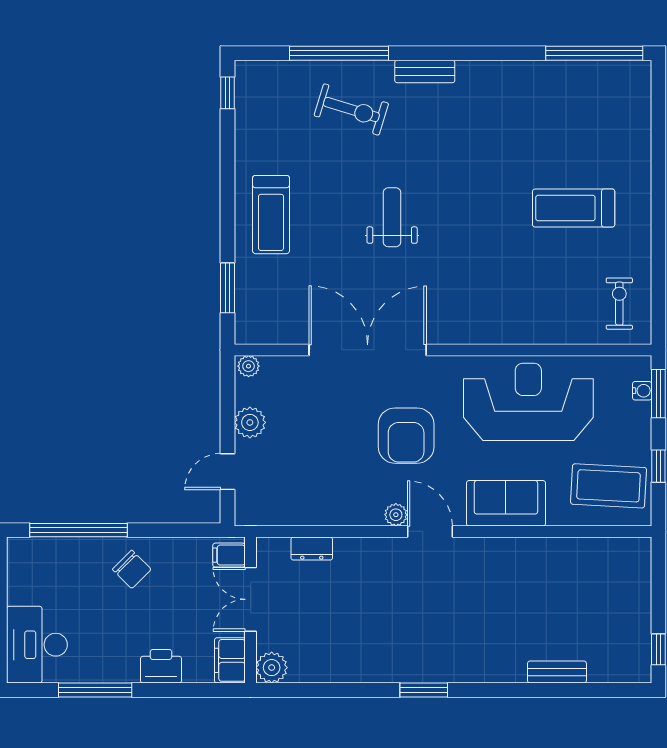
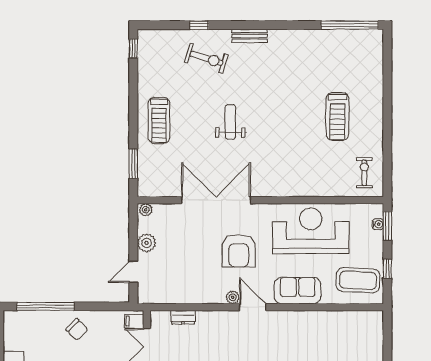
window: (339, 53) -> (199, 25), width x0.32
treadmill: (574, 208) -> (337, 116), turned -90

